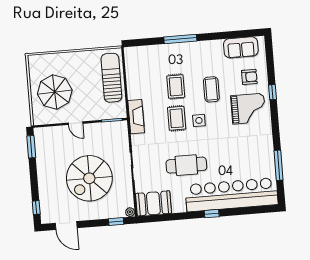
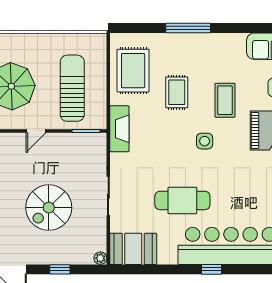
sun lounger: (111, 78) -> (72, 88), moved
rug: (177, 118) -> (133, 71), moved, width x1.36, depth x1.43
door: (75, 123) -> (36, 131), hinge flipped
spiral stairs: (89, 178) -> (49, 208), width x0.73, depth x0.73
window: (116, 221) -> (60, 269), moved

